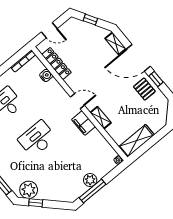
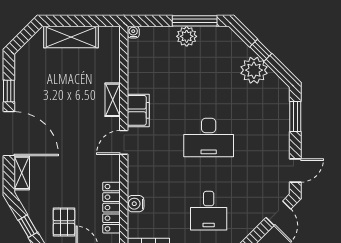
pallet: (144, 89) -> (64, 222), moved
door: (77, 101) -> (124, 142), hinge flipped
shelving: (136, 141) -> (71, 37), moved
plant: (29, 190) -> (254, 70), moved
window: (36, 203) -> (261, 50), moved

